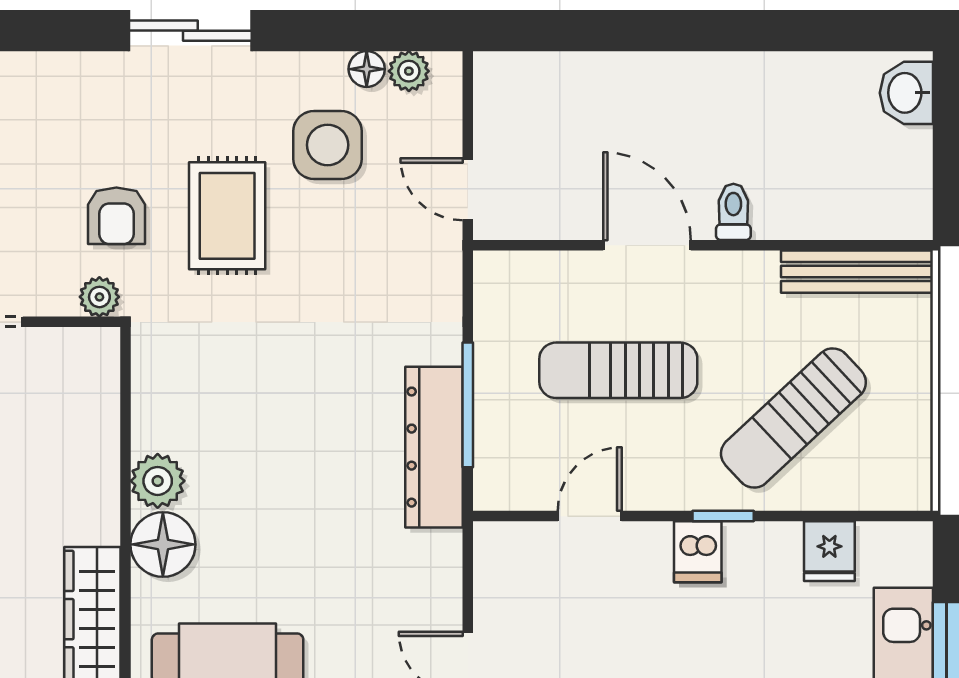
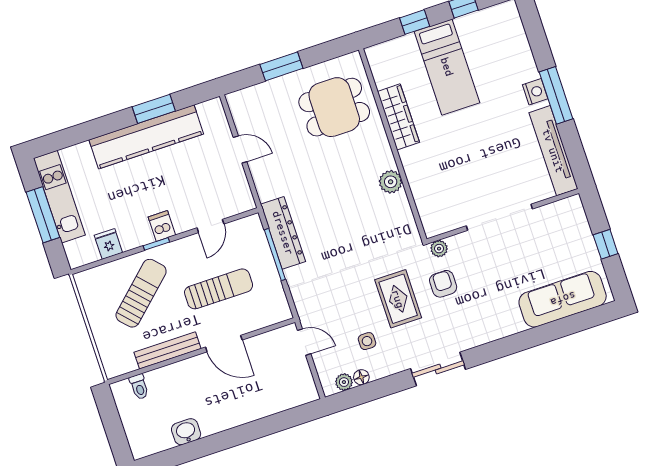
washbasin: (906, 93) -> (186, 432), moved, turned -90
side table: (328, 145) -> (367, 341), width x0.54, depth x0.54
toilet: (733, 212) -> (139, 387), moved
bench: (857, 272) -> (168, 350), moved
floor lamp: (163, 544) -> (380, 157), removed

